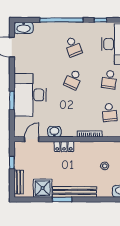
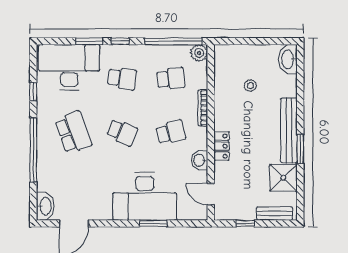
school desk: (73, 47) -> (73, 132), width x1.85
school desk: (73, 112) -> (171, 132), added

